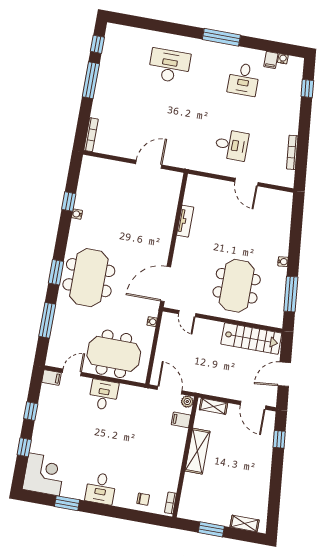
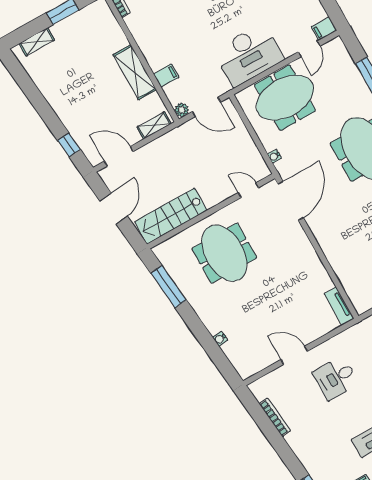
tv unit: (185, 221) -> (339, 306), moved
water cooler: (283, 262) -> (220, 339), moved
desk: (104, 395) -> (249, 55), width x1.87, depth x1.30
filing cabinet: (181, 420) -> (166, 76), moved

